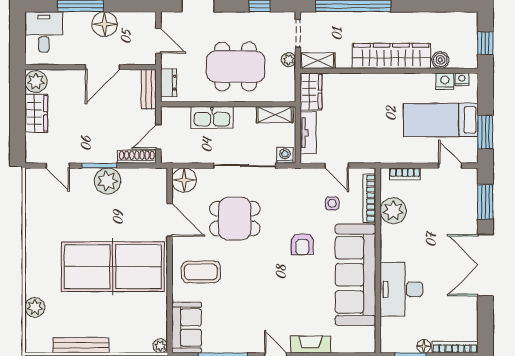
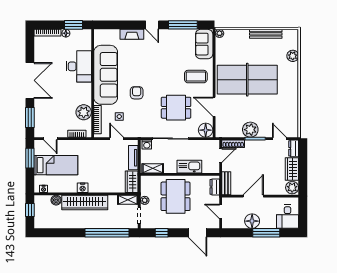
dining table: (236, 67) -> (176, 196), turned 90
nightstand: (445, 81) -> (83, 188), moved
dresser: (33, 149) -> (294, 148), added

